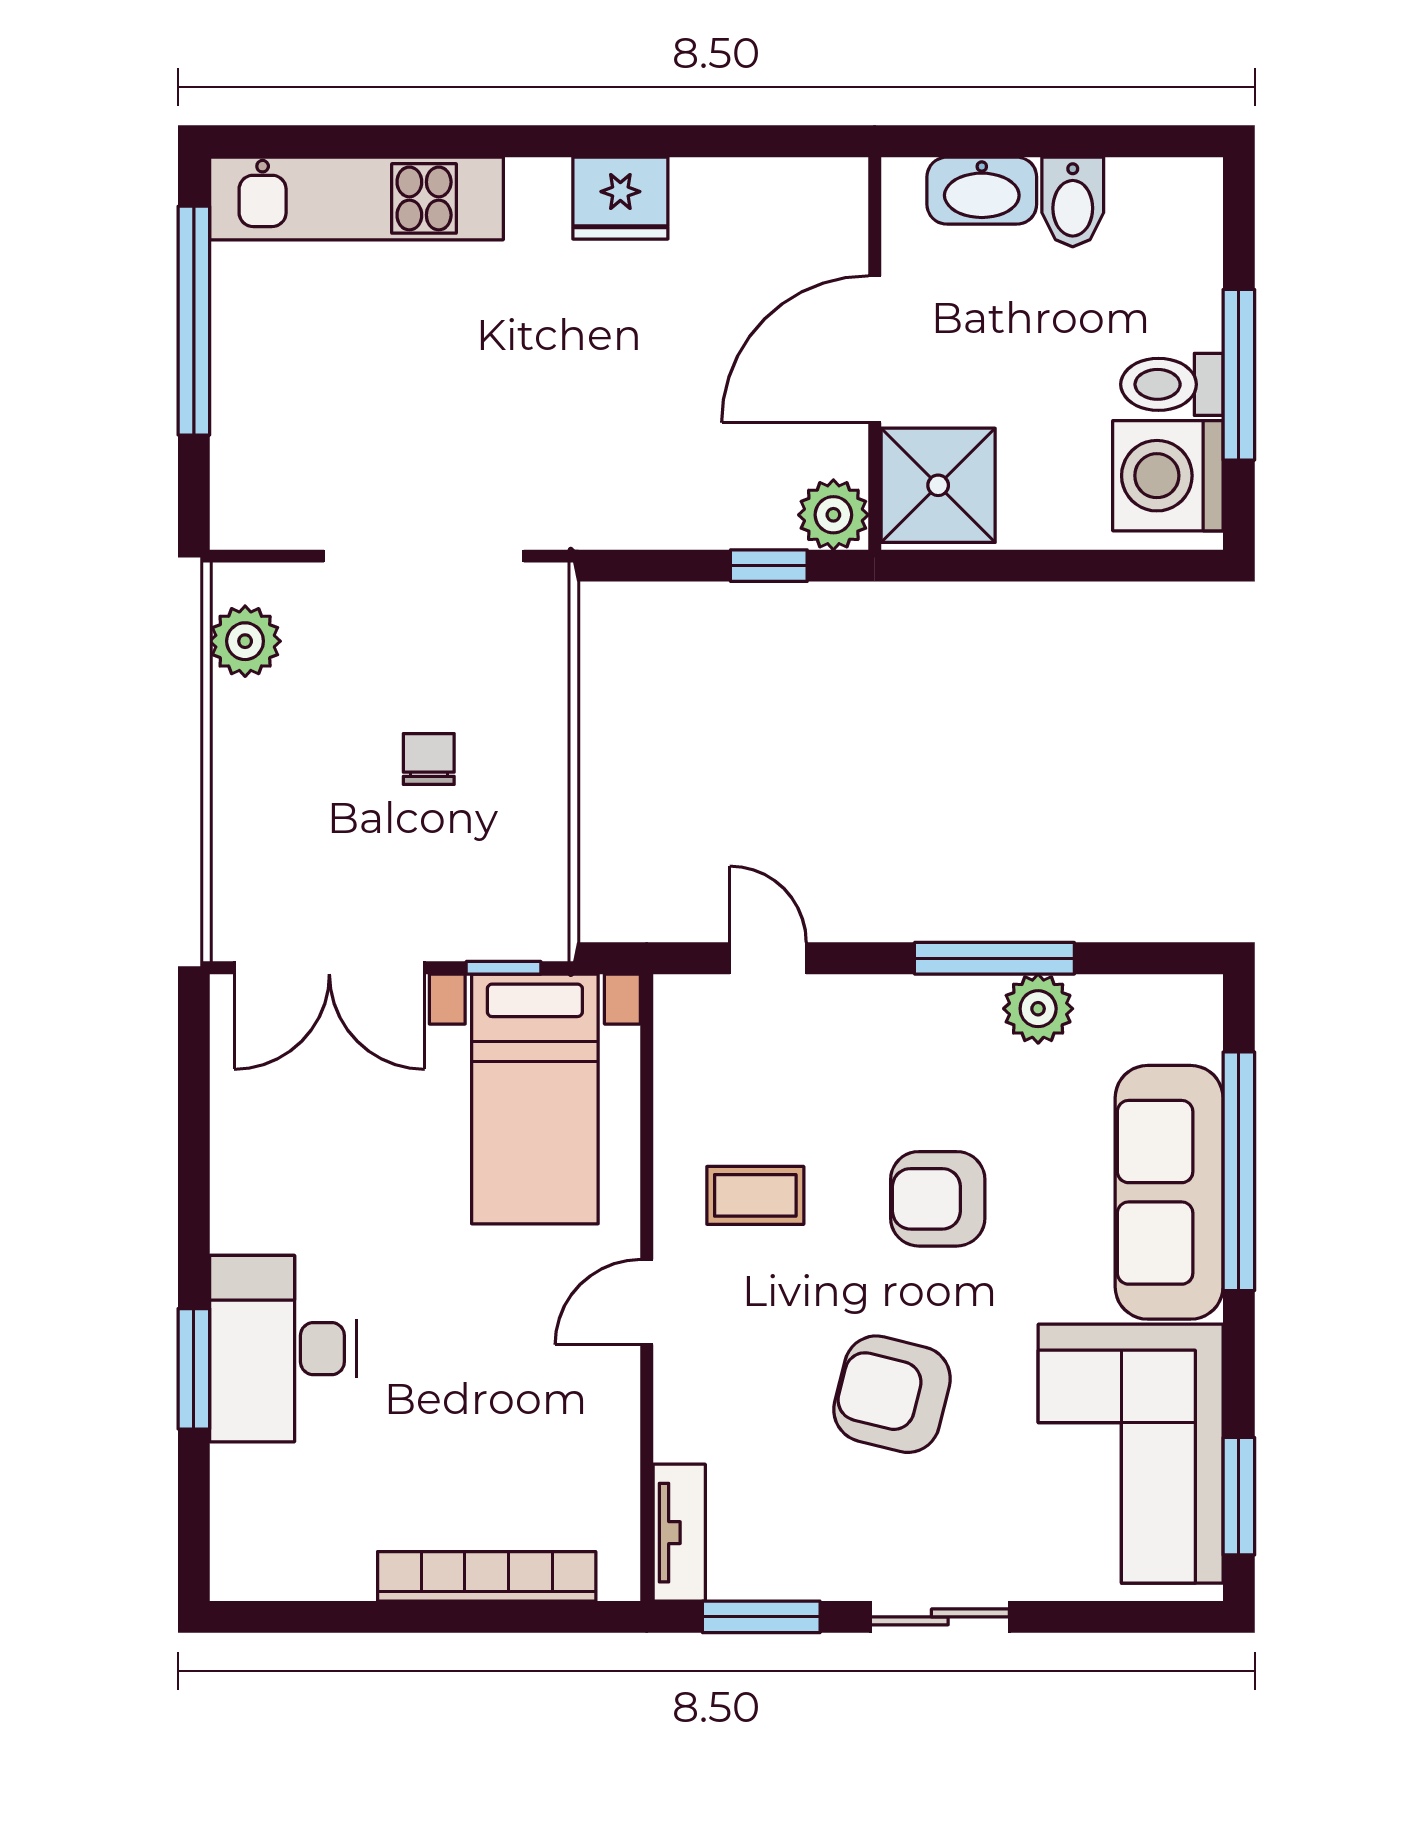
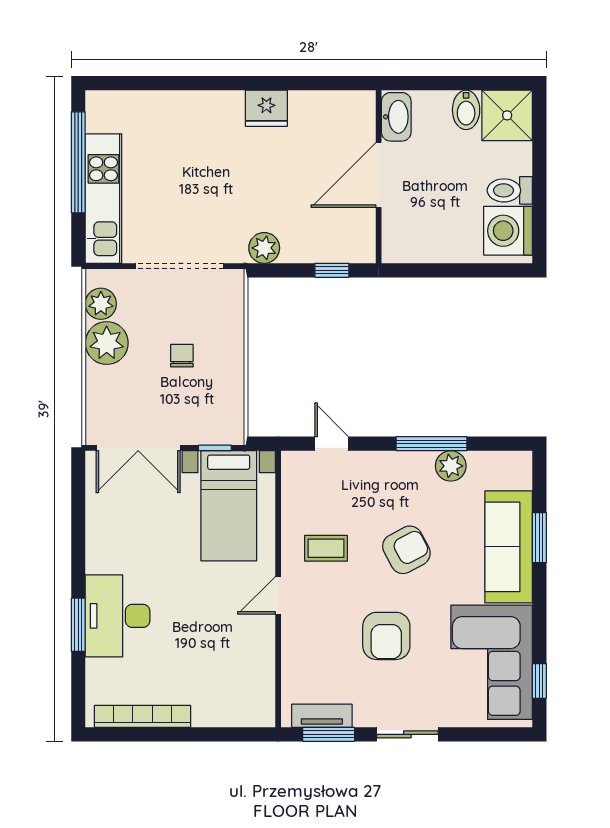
washbasin: (982, 191) -> (396, 117), moved, turned -90
kitchen unit: (357, 198) -> (103, 199), moved, turned -90
window: (1239, 375) -> (539, 186), removed
shower: (938, 485) -> (507, 115), moved
plant: (833, 515) -> (264, 248), moved
plant: (258, 730) -> (107, 343), added
window: (1239, 1171) -> (539, 538), width x0.47
armchair: (938, 1199) -> (406, 550), turned 152
armchair: (892, 1394) -> (386, 636), turned -104
window: (1239, 1496) -> (539, 681), width x0.67
tv unit: (679, 1533) -> (322, 716), moved, turned -90
bookcase: (487, 1576) -> (143, 716), moved

